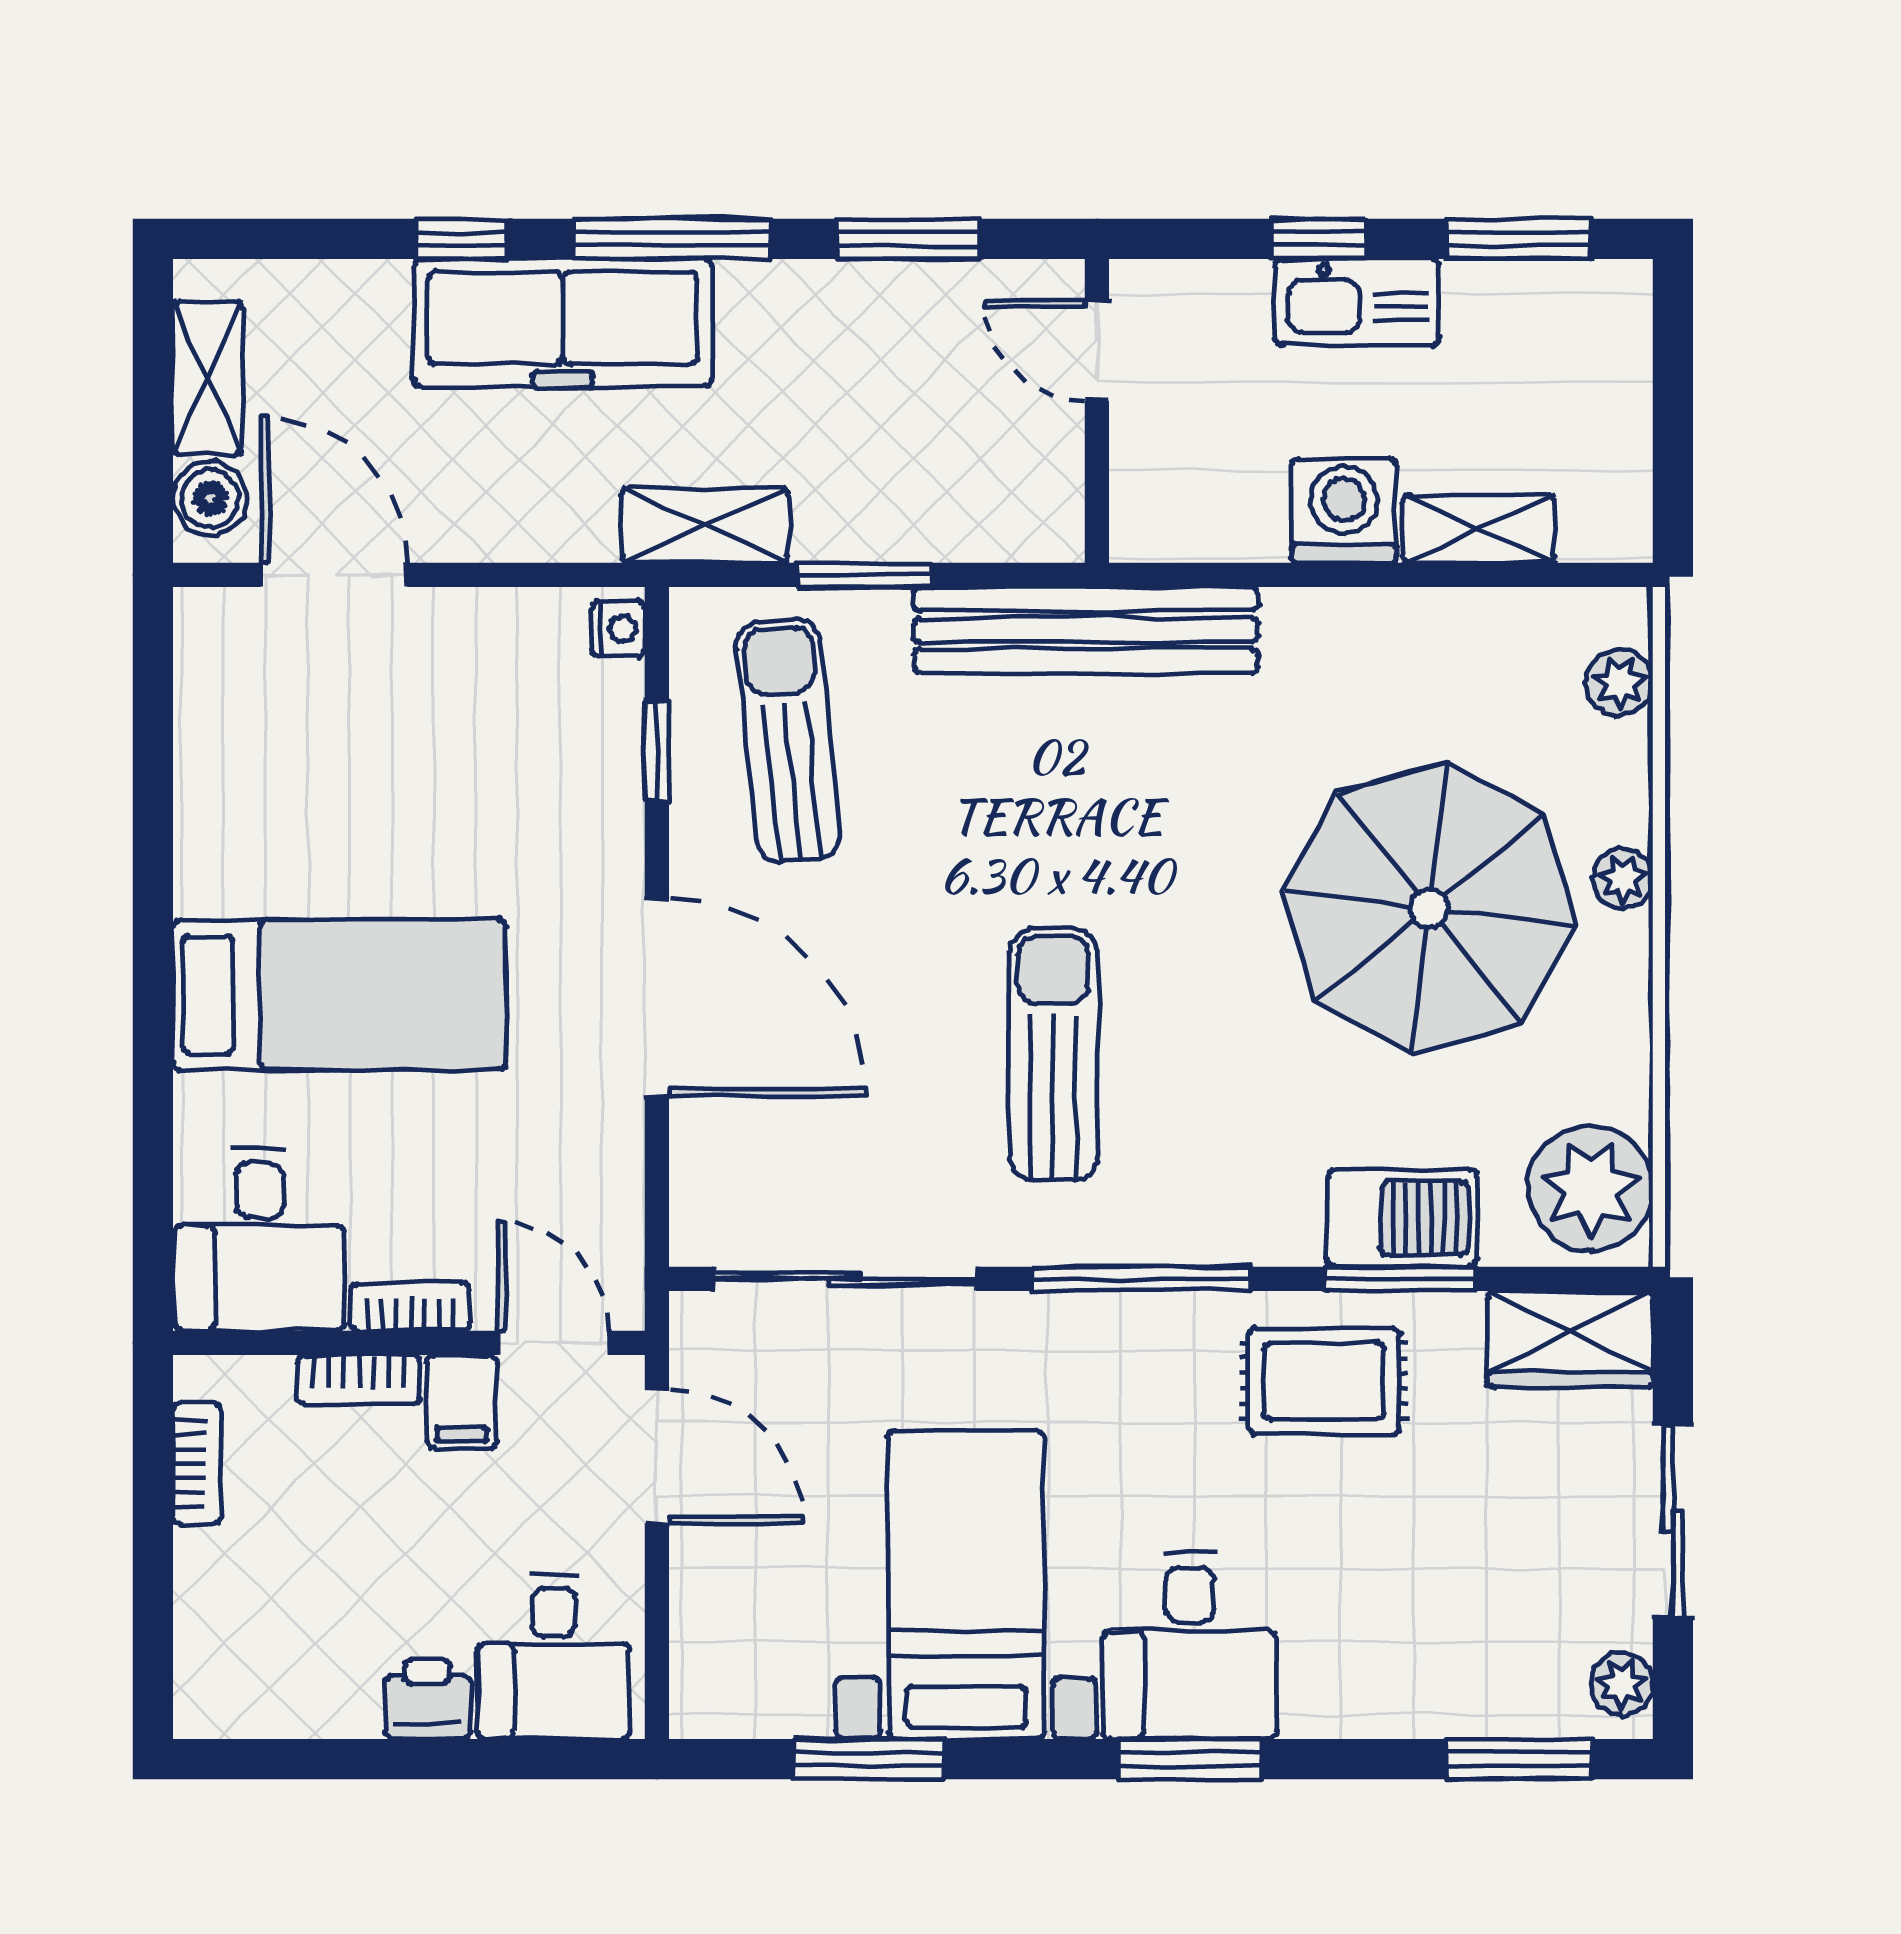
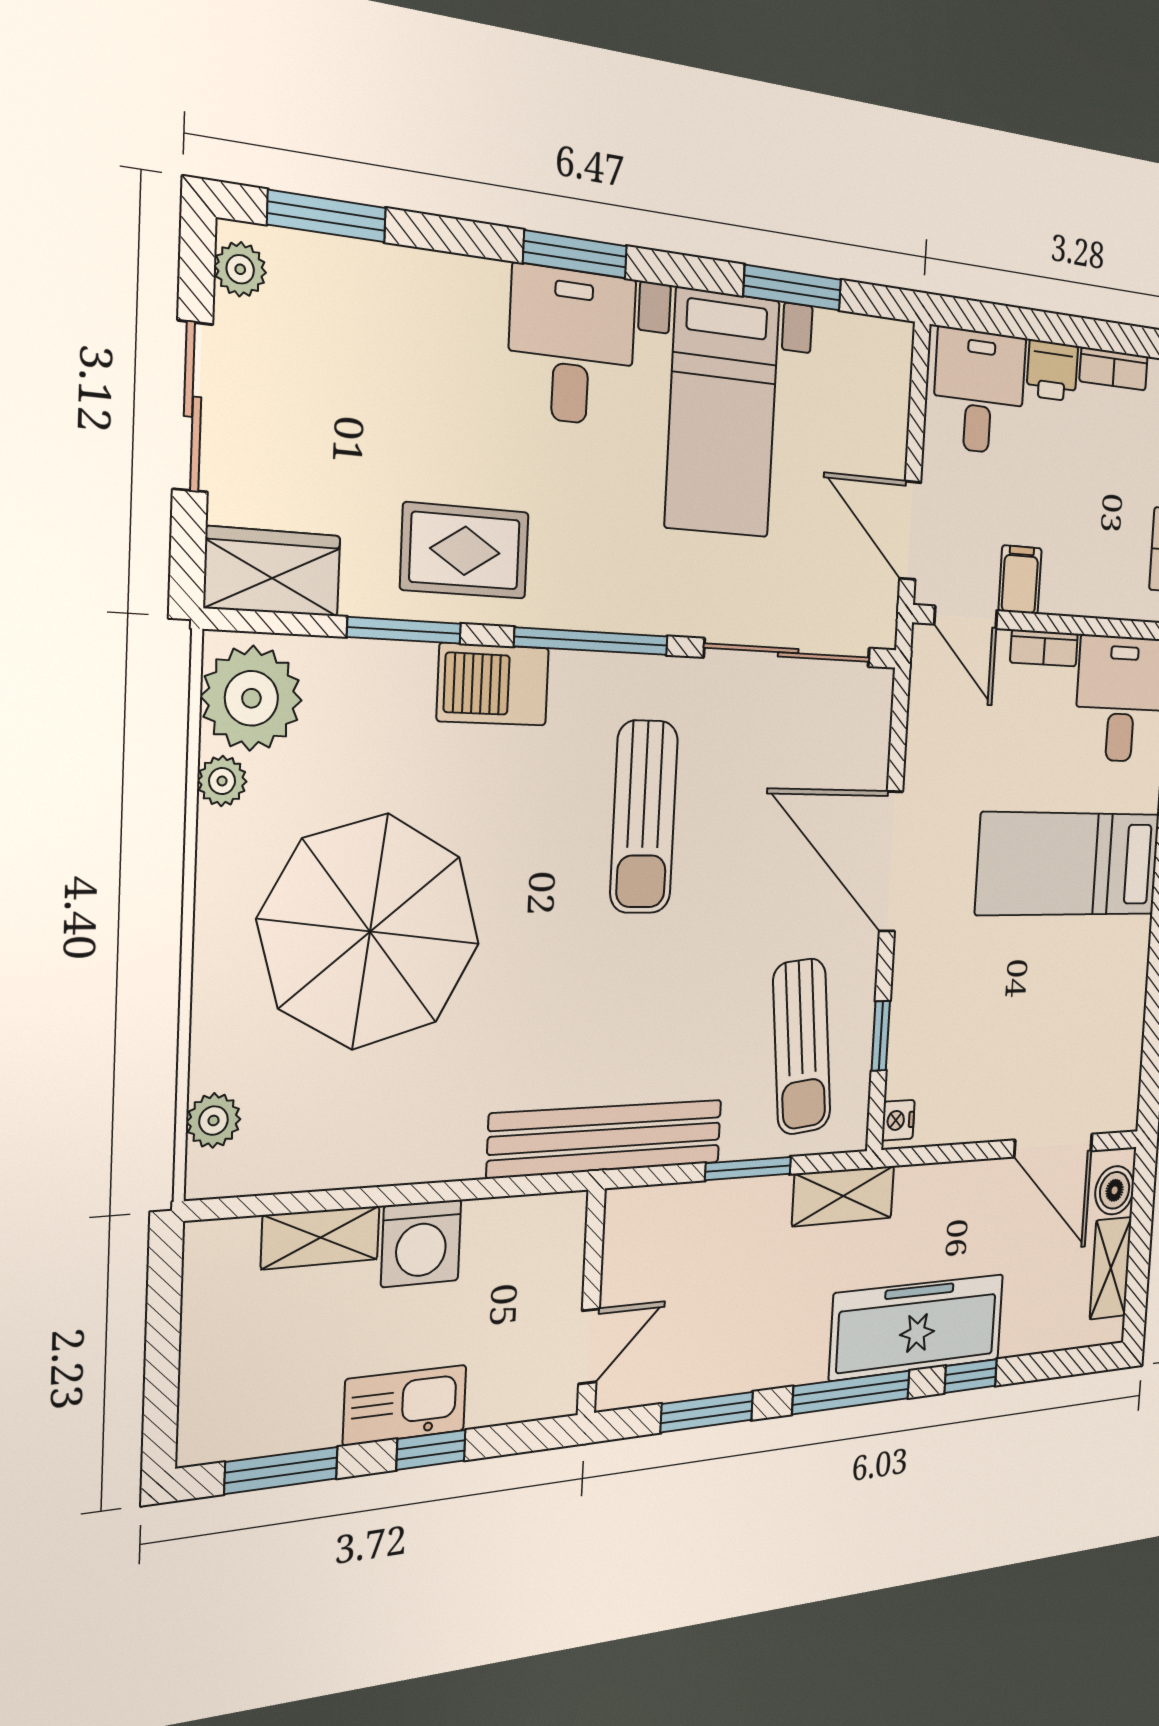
door: (1097, 351) -> (589, 1346), hinge flipped
plant: (1623, 879) -> (222, 781), moved
barbecue: (1402, 1218) -> (493, 684), moved
bookcase: (359, 1380) -> (1114, 369), moved, turned 180

